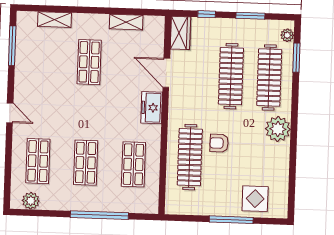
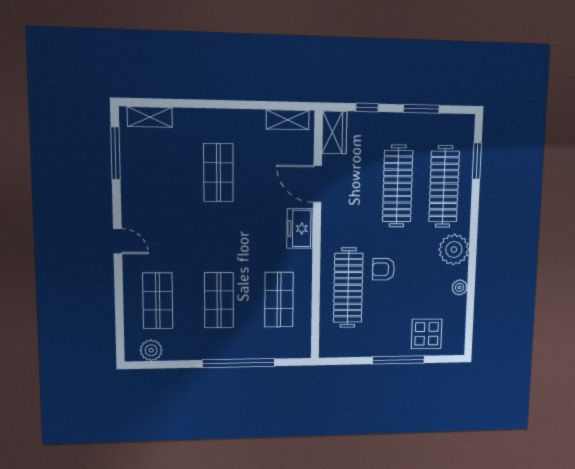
shelving: (54, 20) -> (150, 117), moved
shelving: (126, 22) -> (288, 120), moved
plant: (287, 35) -> (460, 287), moved

